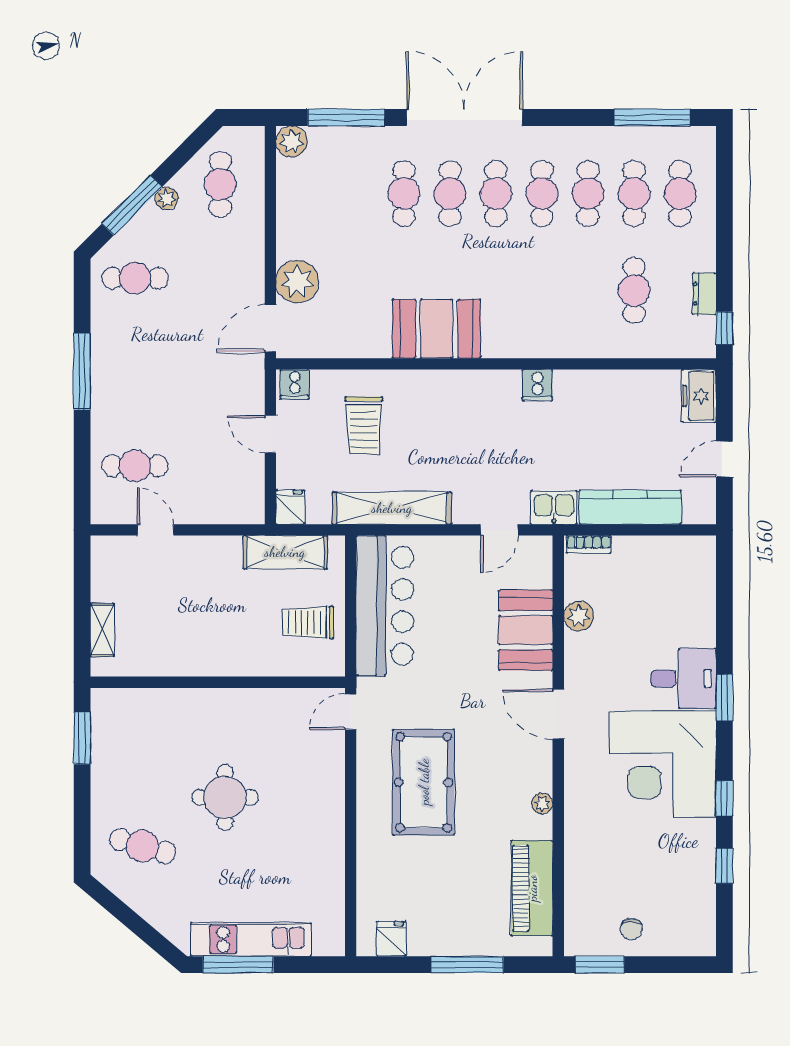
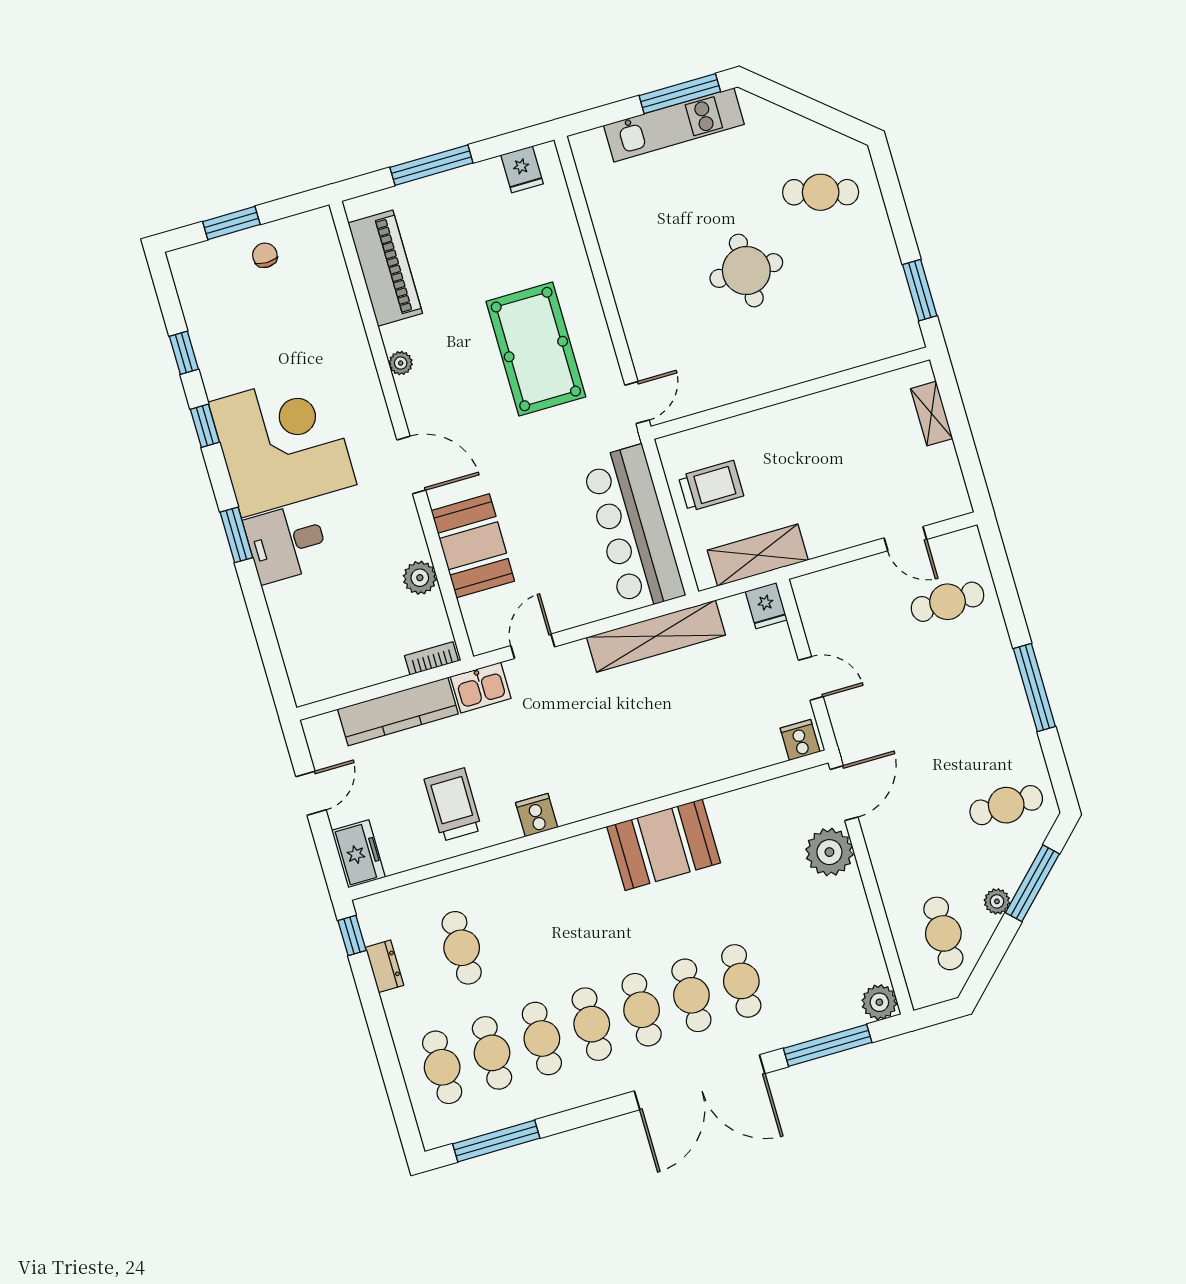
trolley: (364, 425) -> (453, 805), moved
window: (600, 965) -> (231, 223), moved

